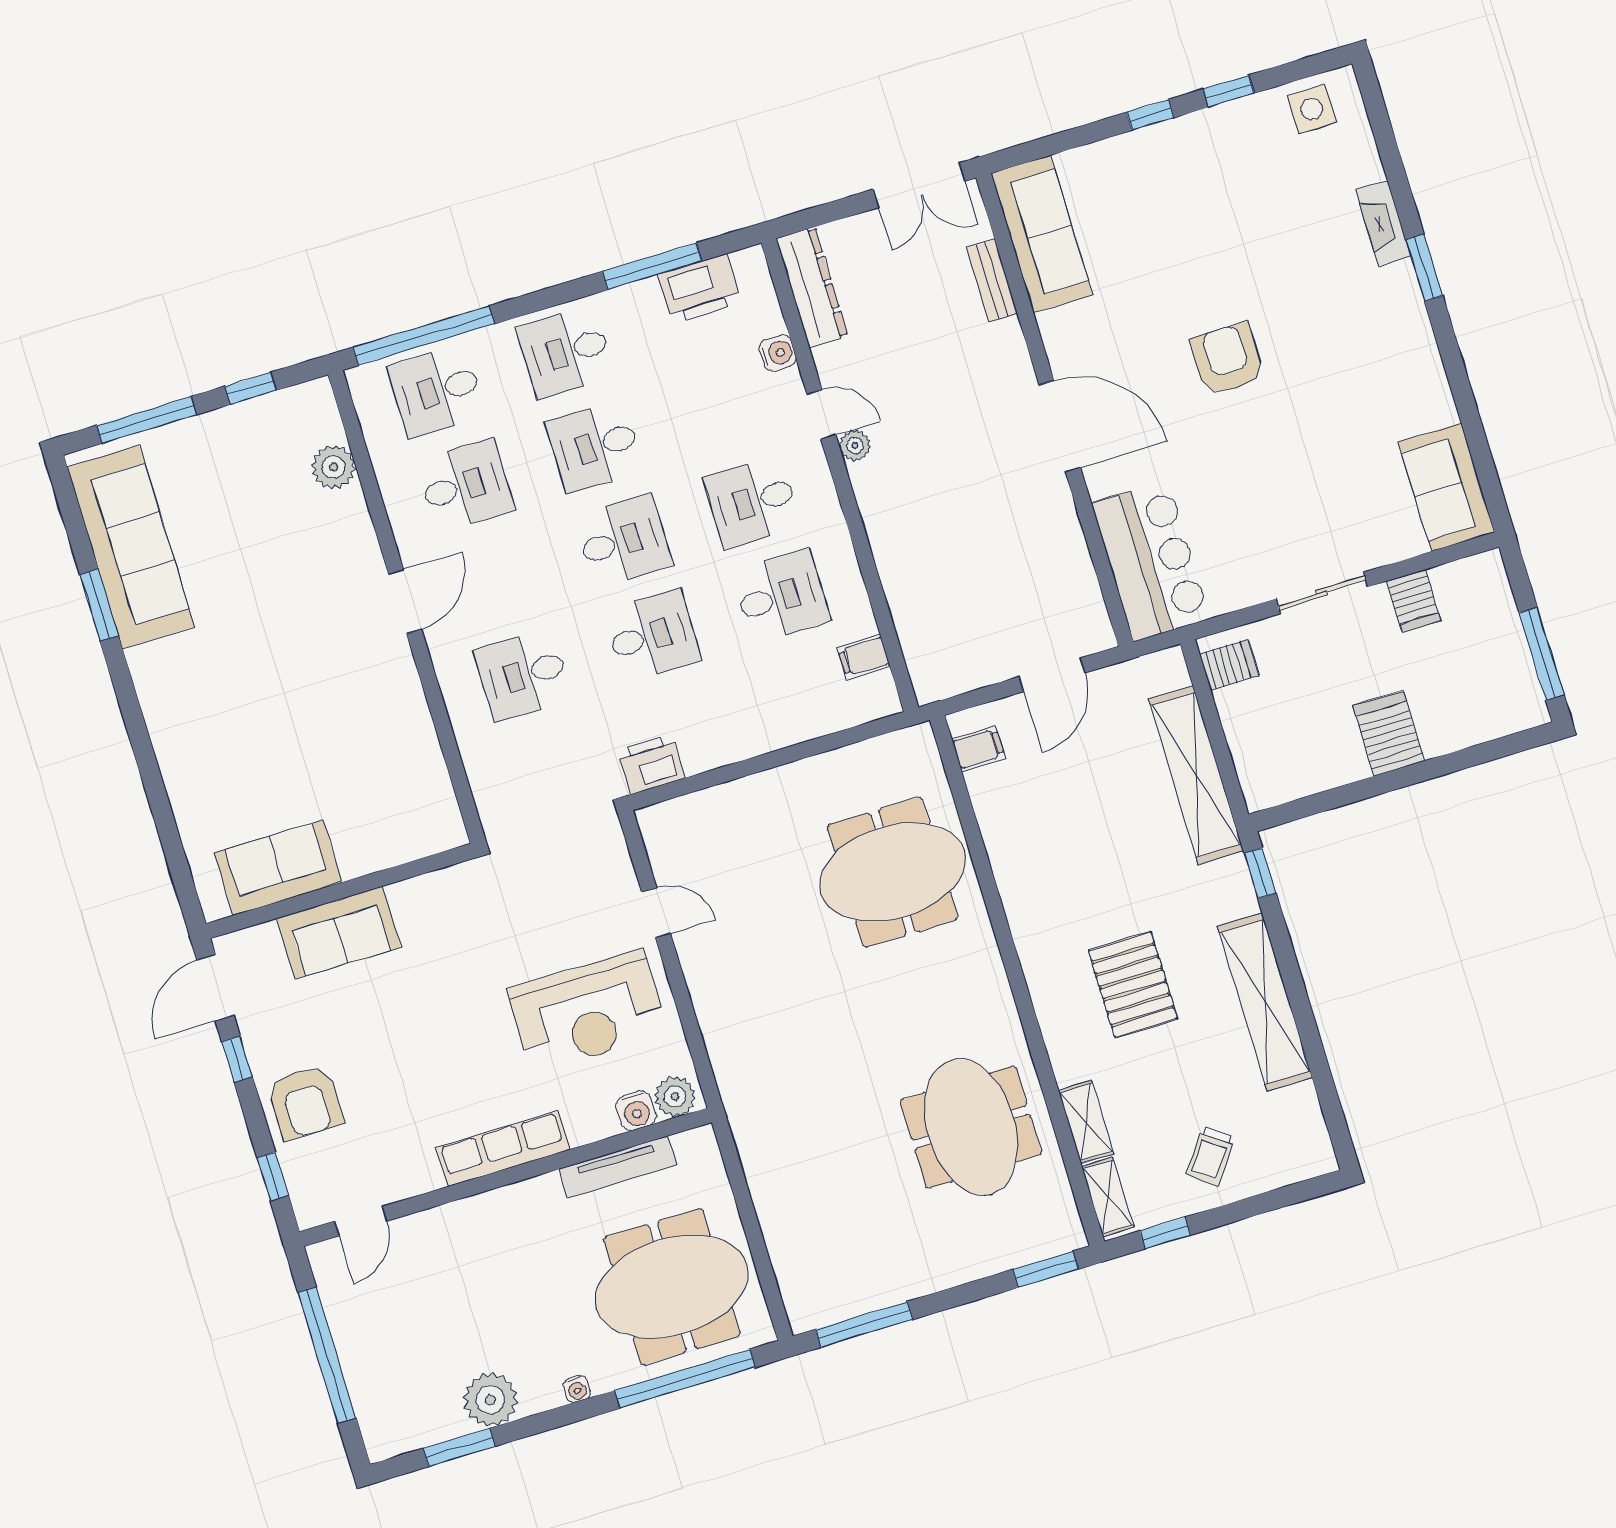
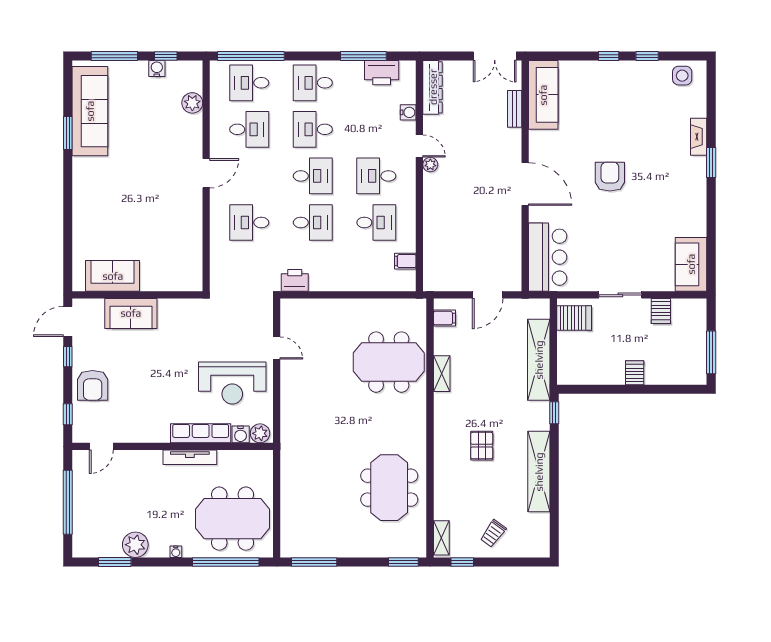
water cooler: (240, 419) -> (157, 69), added
server rack: (1229, 665) -> (574, 318), width x1.36, depth x1.44
server rack: (1389, 733) -> (635, 373), width x0.73, depth x0.70
pallet: (1133, 985) -> (482, 446), width x0.67, depth x0.71
shelving: (1086, 1122) -> (442, 374), moved
row of seats: (503, 1149) -> (201, 433), moved
tv unit: (618, 1167) -> (190, 457), moved

